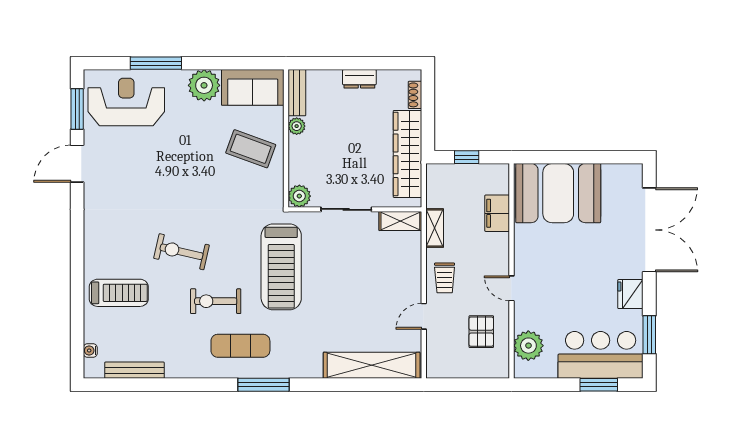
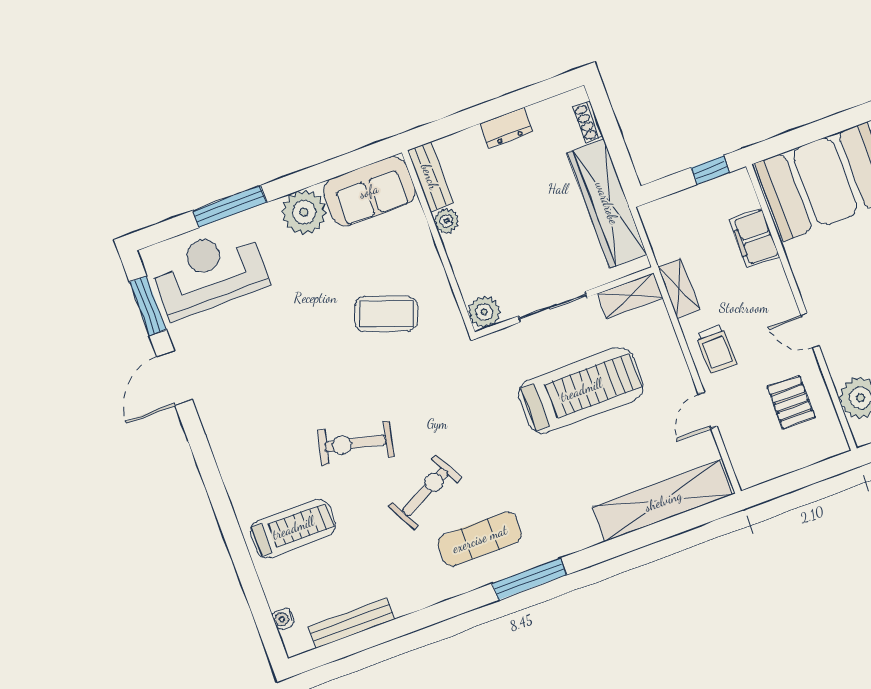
coffee table: (251, 149) -> (386, 314), moved
window: (467, 157) -> (710, 170), moved
treadmill: (281, 267) -> (581, 390), moved, turned -90
exercise bike: (216, 301) -> (425, 492), turned 153

